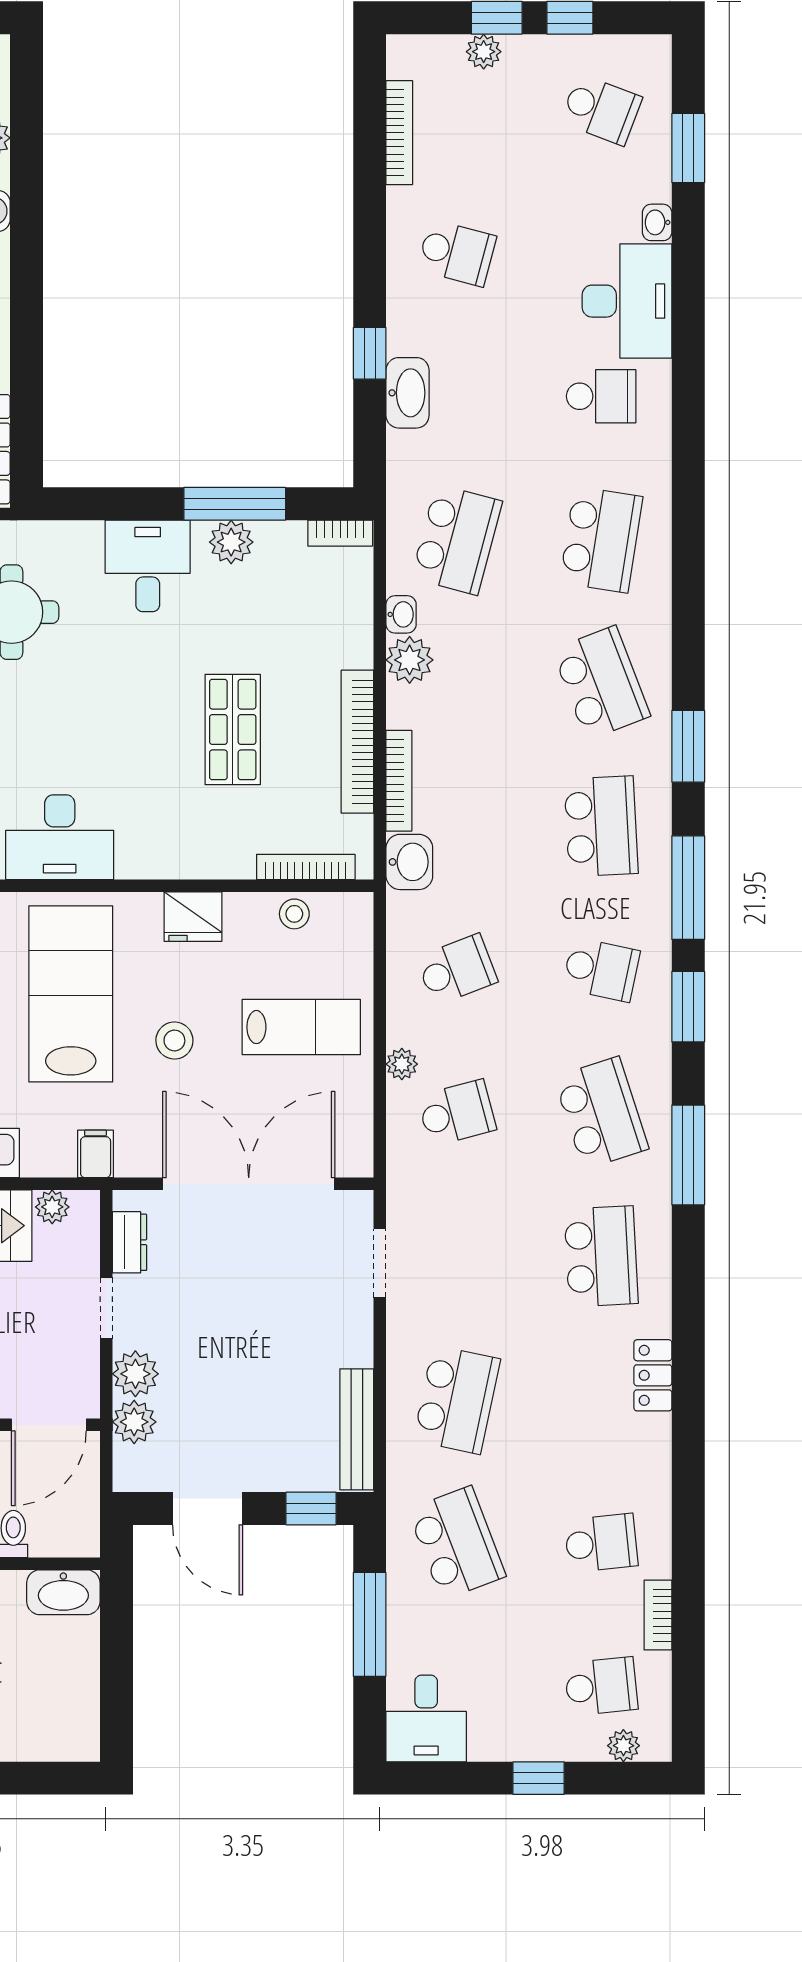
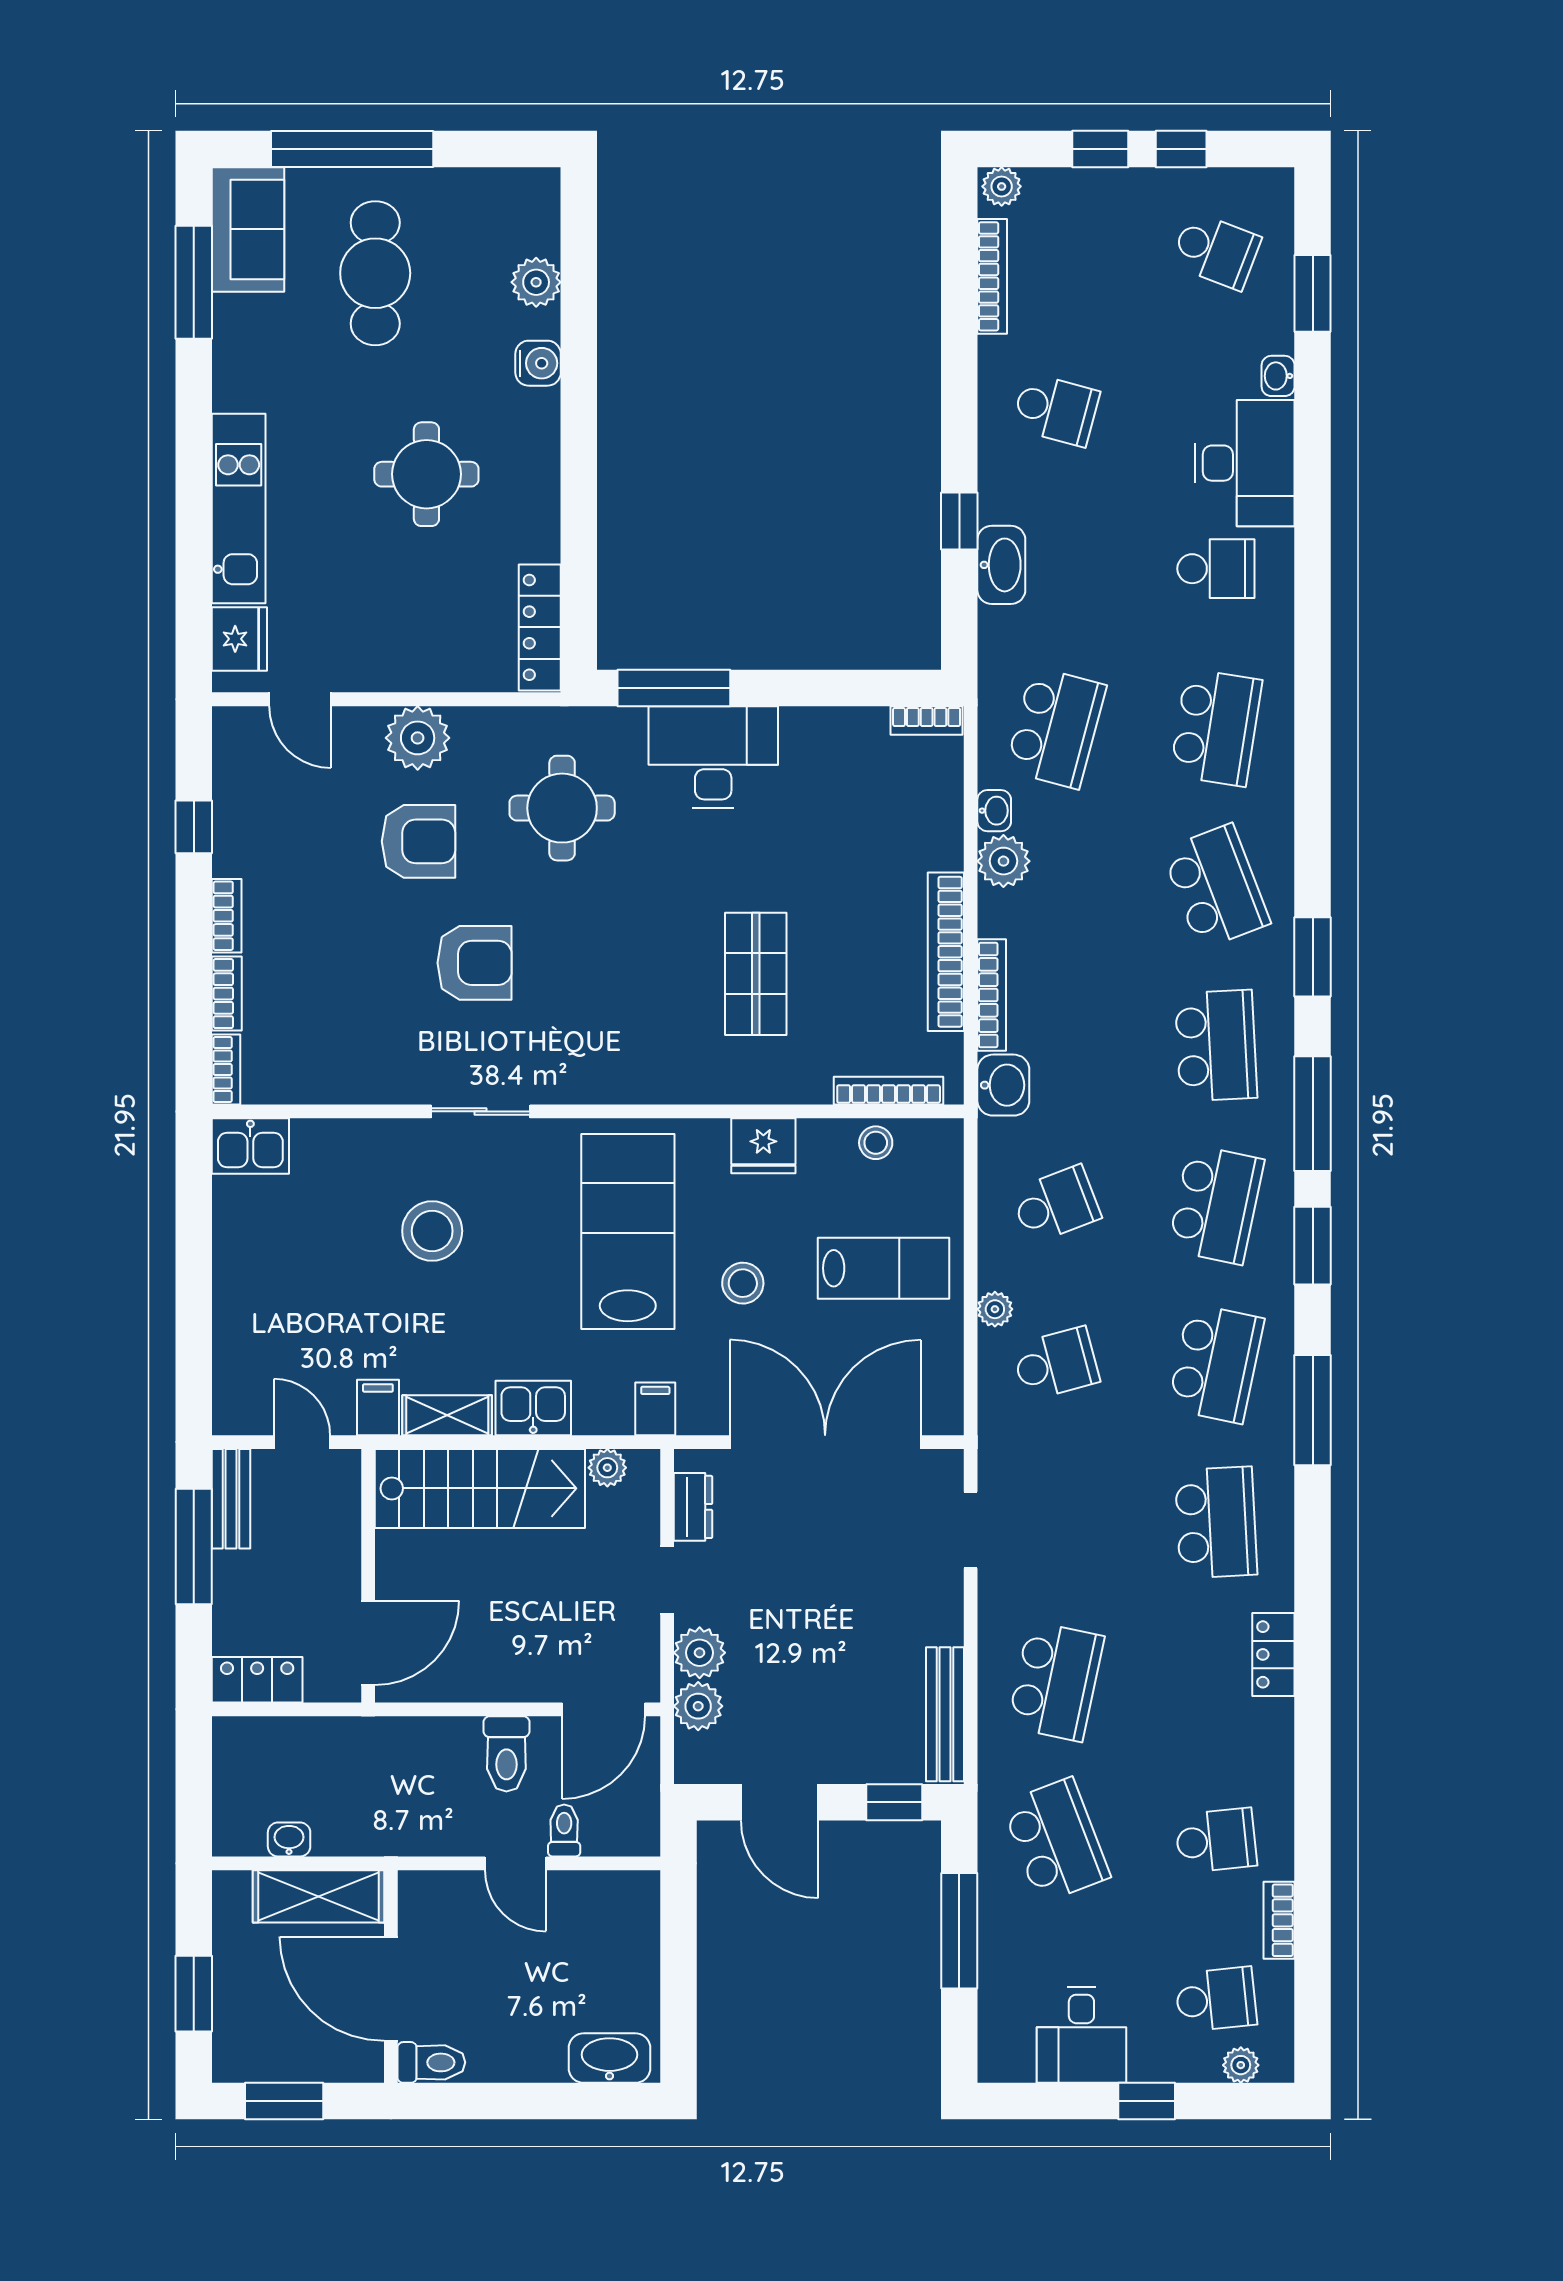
plant: (484, 52) -> (1002, 186), moved
window: (235, 504) -> (674, 688), moved
plant: (231, 542) -> (806, 730), removed
desk: (148, 566) -> (713, 757), width x1.37
shop shelf: (233, 730) -> (756, 974), moved
desk: (60, 837) -> (616, 1058), removed
school desk: (601, 970) -> (1216, 1205), width x1.85
school desk: (601, 1113) -> (1216, 1363), turned 30
washbasin: (63, 1592) -> (609, 2058), moved, turned 180
desk: (426, 1718) -> (1081, 2035), moved

